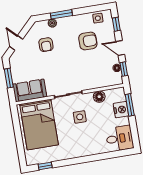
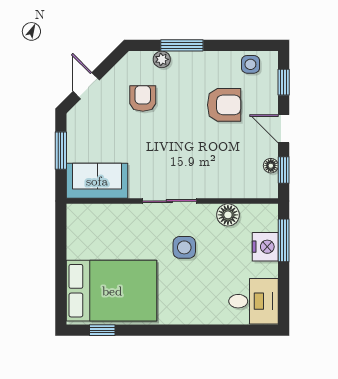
armchair: (46, 45) -> (143, 98), turned 180
bed: (39, 124) -> (112, 291), moved, turned -90

